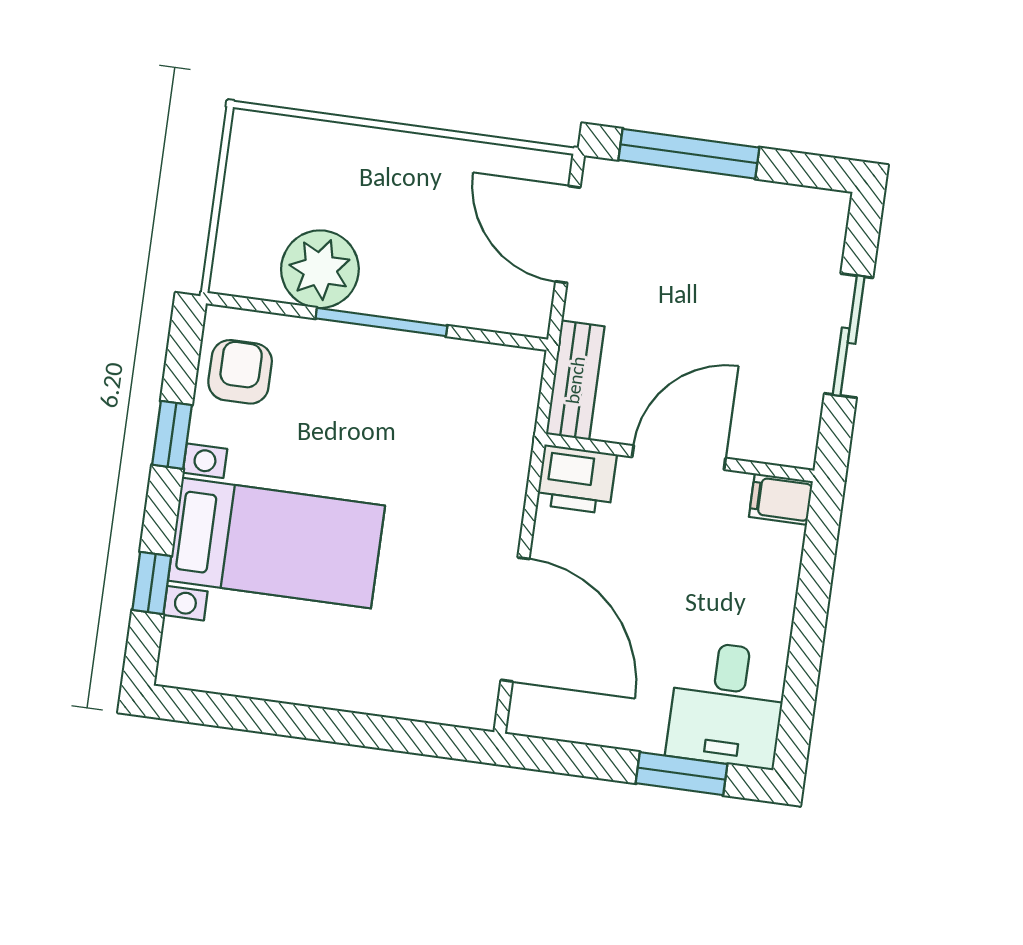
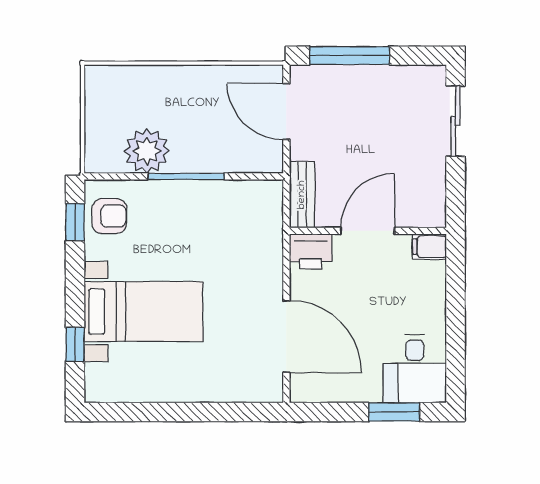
sliding door: (849, 336) -> (456, 121), moved
armchair: (240, 372) -> (109, 216), turned 90
window: (172, 435) -> (75, 222), moved

